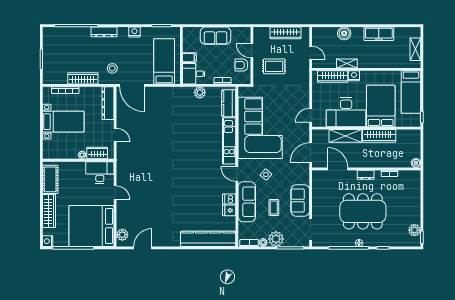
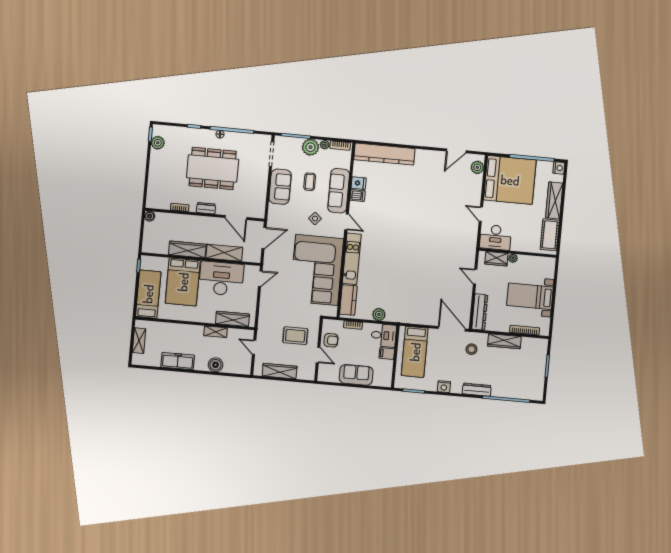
nightstand: (354, 76) -> (209, 318), removed

